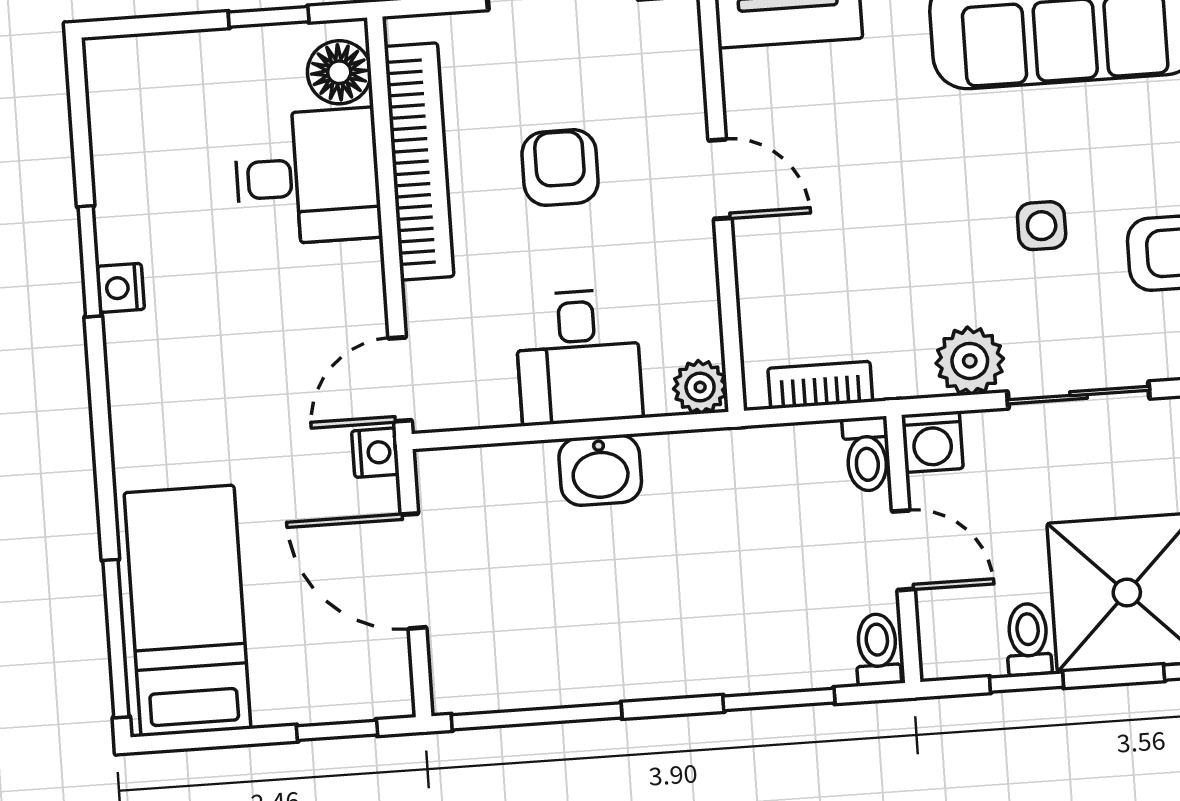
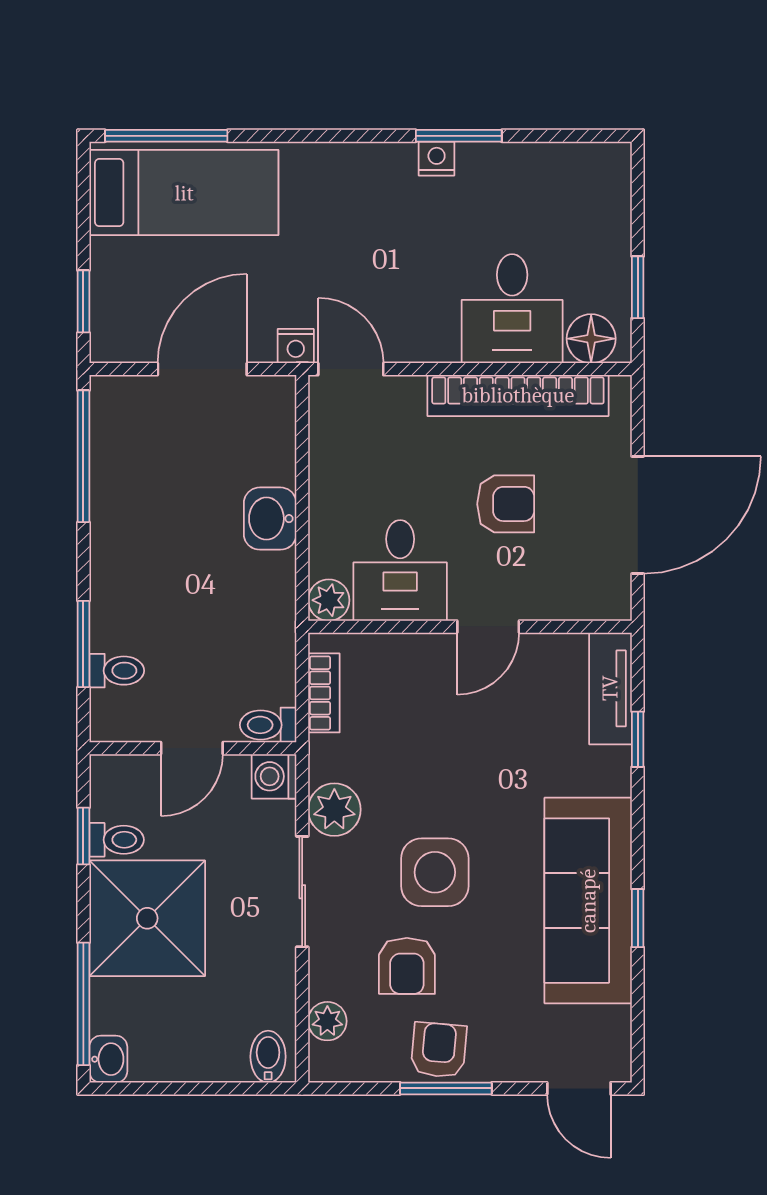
side table: (1042, 226) -> (435, 872), width x1.87, depth x1.87
desk: (579, 357) -> (400, 570), moved, turned -90
toilet: (878, 650) -> (117, 671), moved

